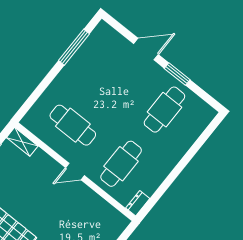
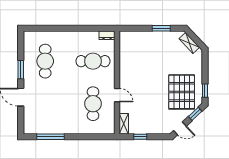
cafe table: (164, 110) -> (45, 61), turned 90
door: (75, 172) -> (117, 95), moved

